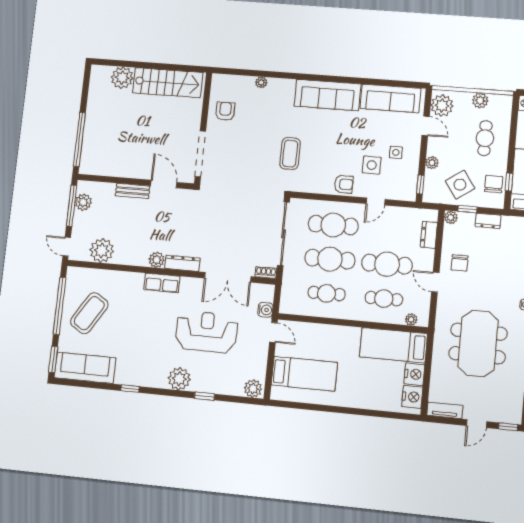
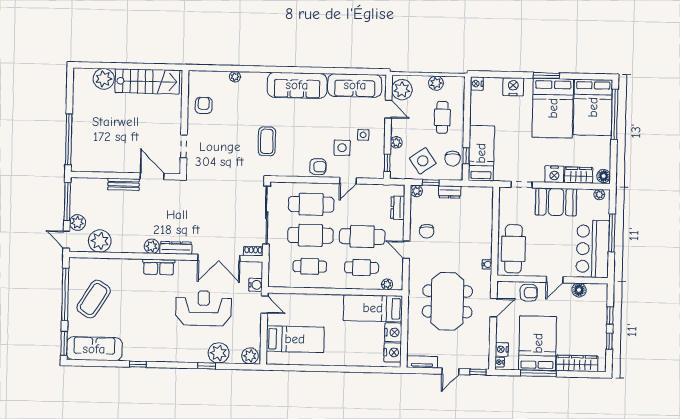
doorway: (200, 154) -> (184, 146), width x0.53
chair: (494, 184) -> (453, 158), turned 180
plant: (83, 202) -> (77, 222), moved
plant: (179, 379) -> (219, 353), moved

